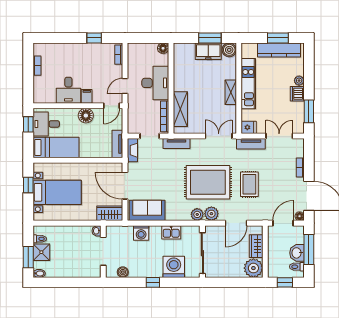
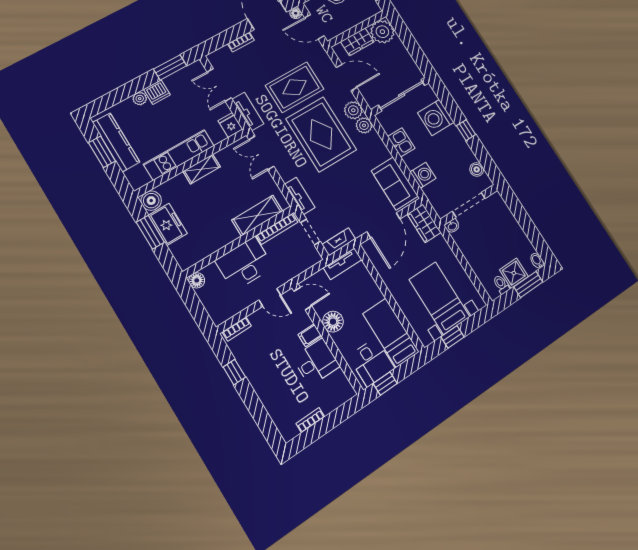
rug: (249, 184) -> (295, 87), width x1.36, depth x1.43

